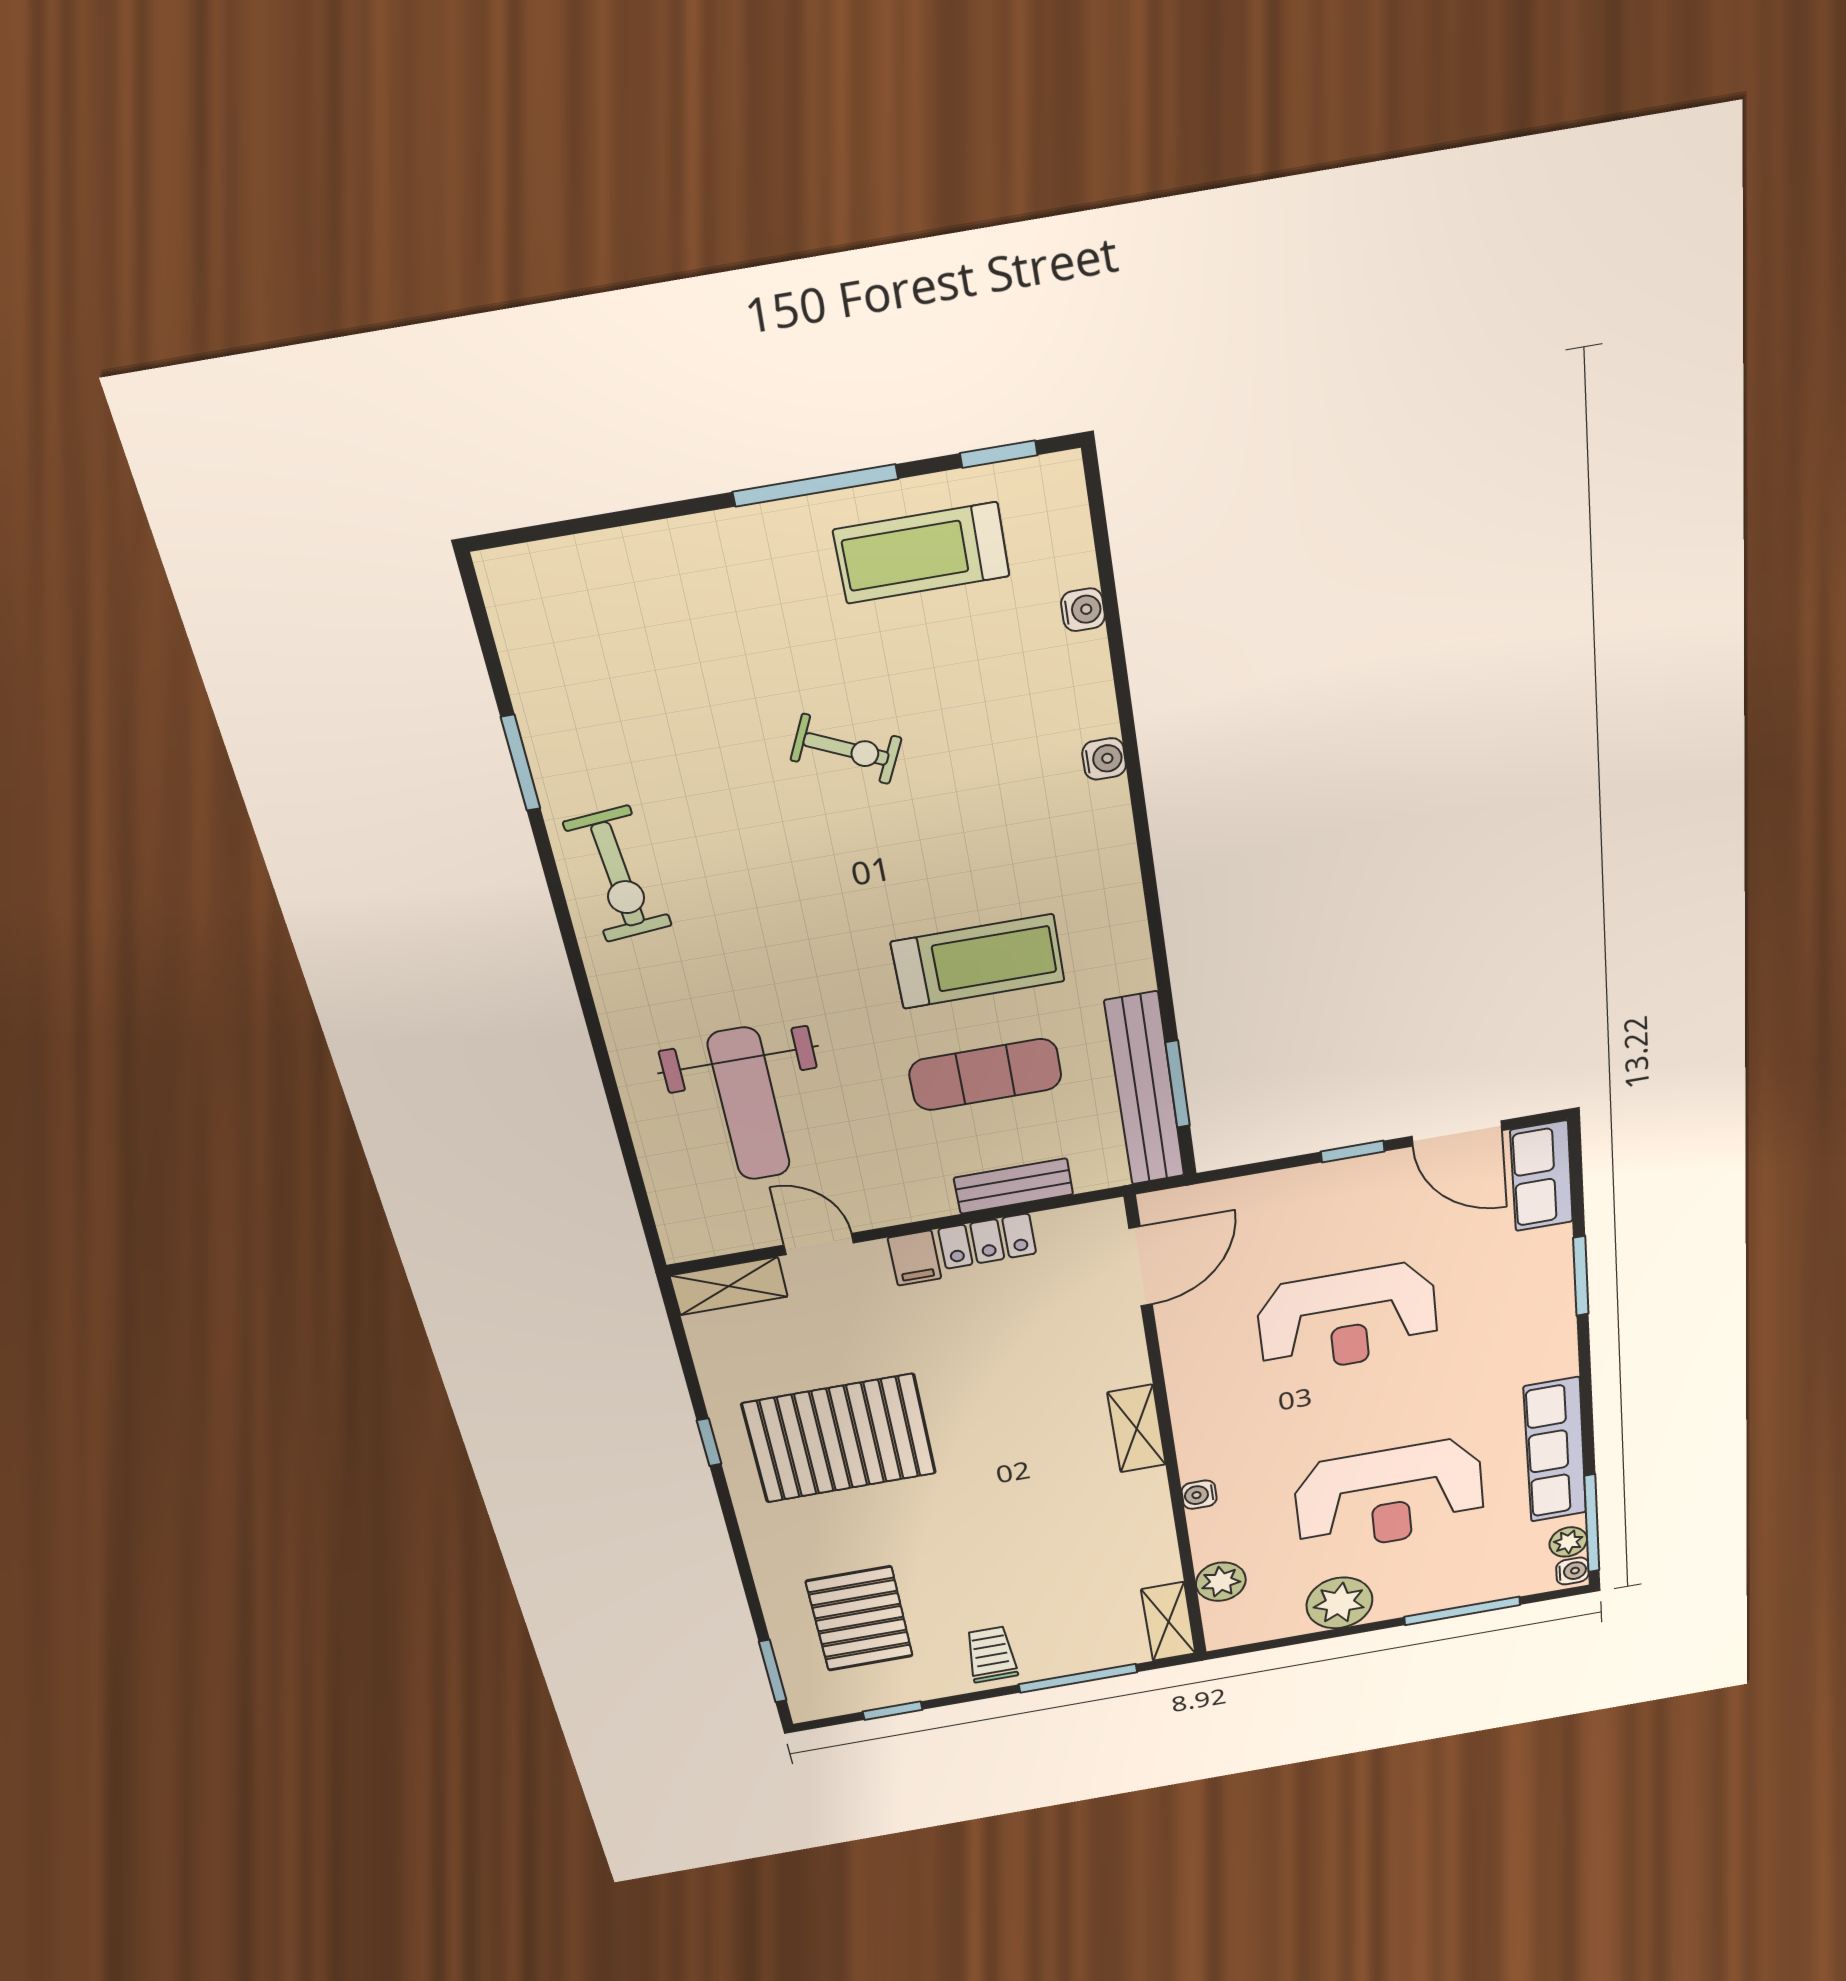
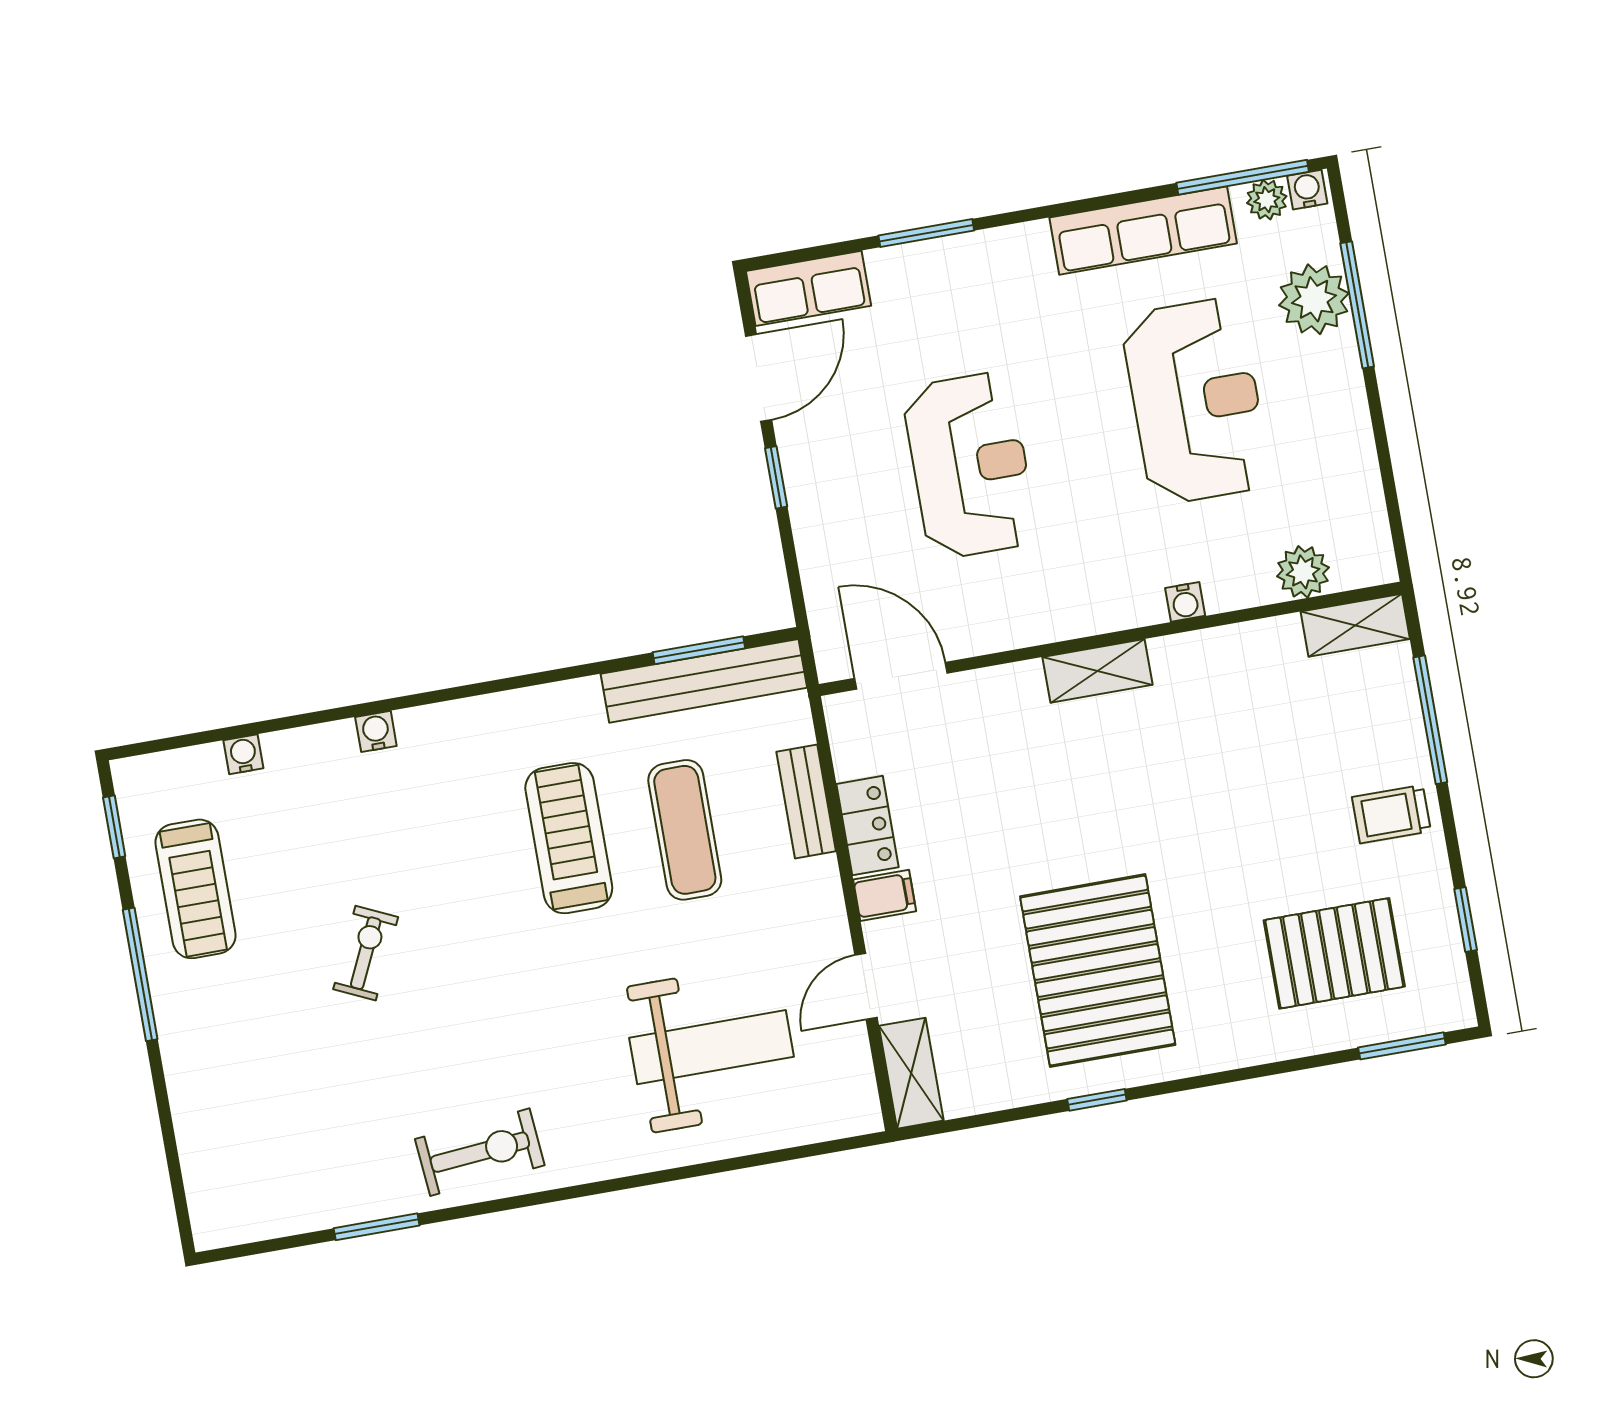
plant: (1339, 1603) -> (1314, 299), moved

